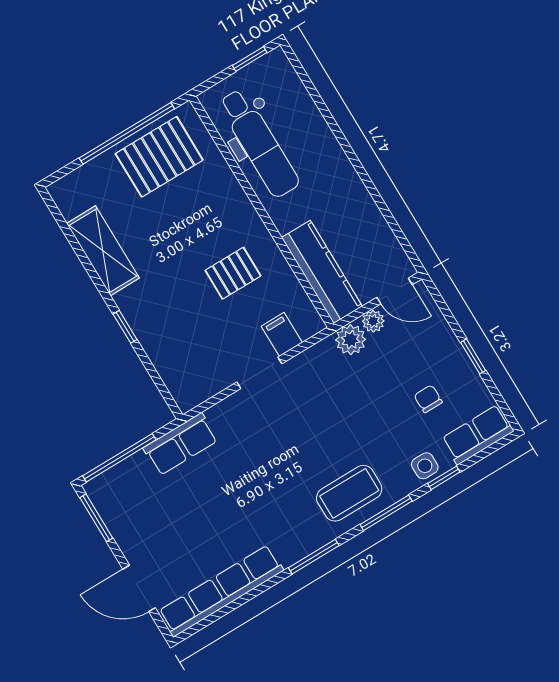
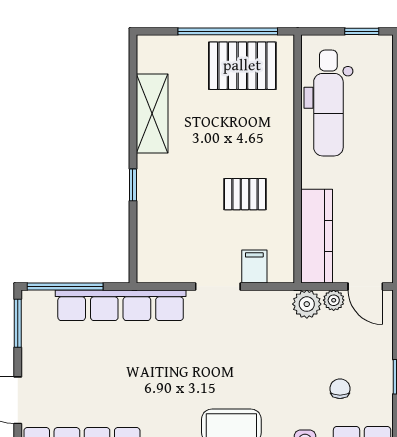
row of seats: (181, 444) -> (121, 305), width x2.02

